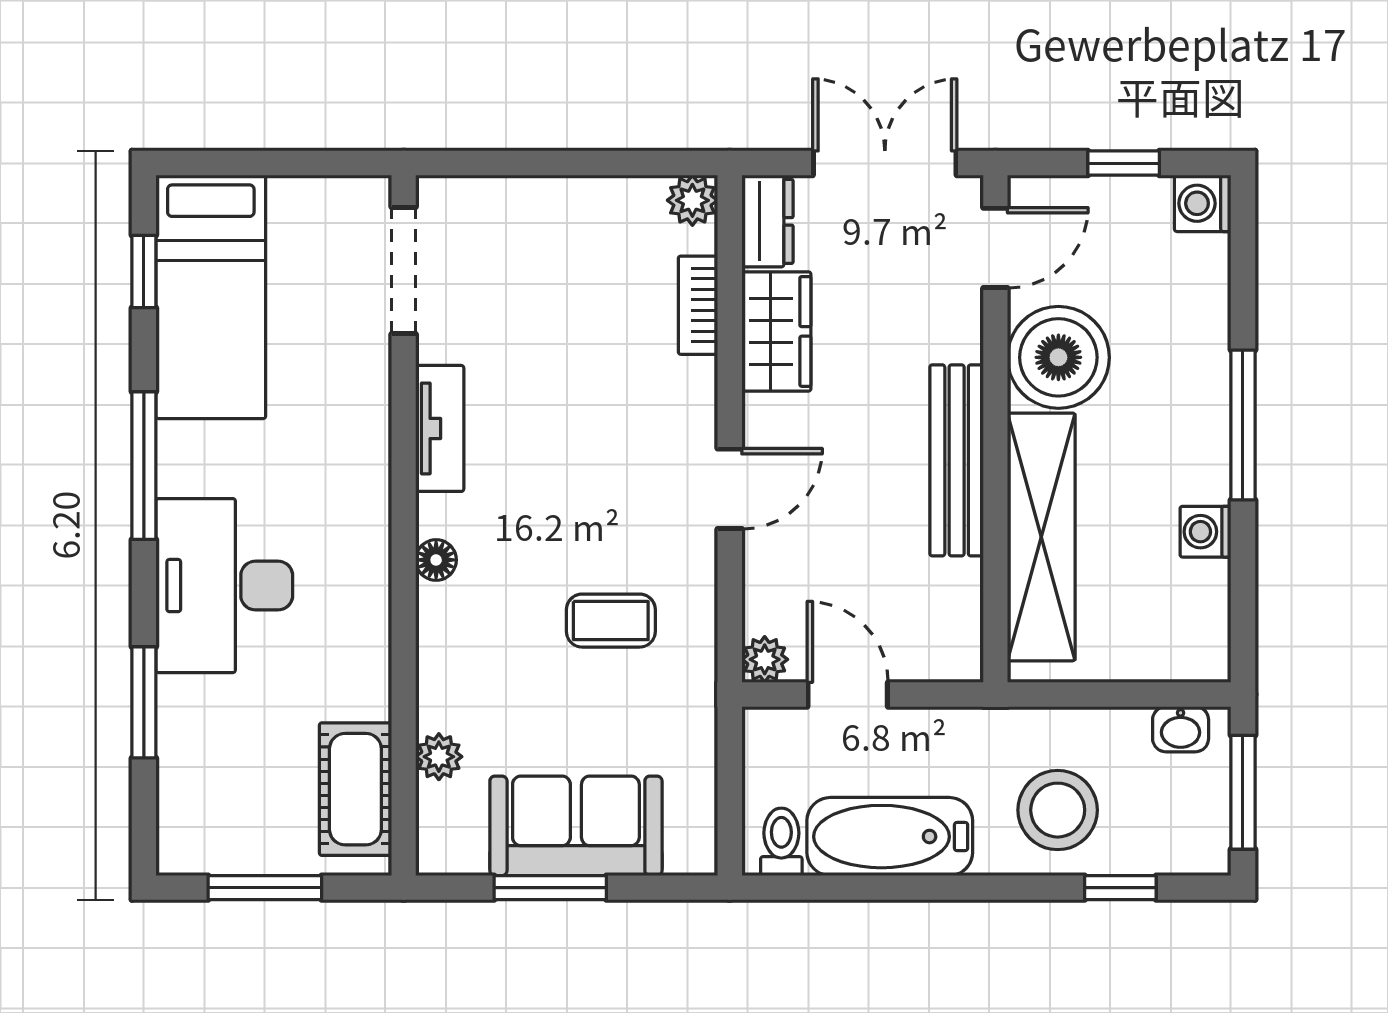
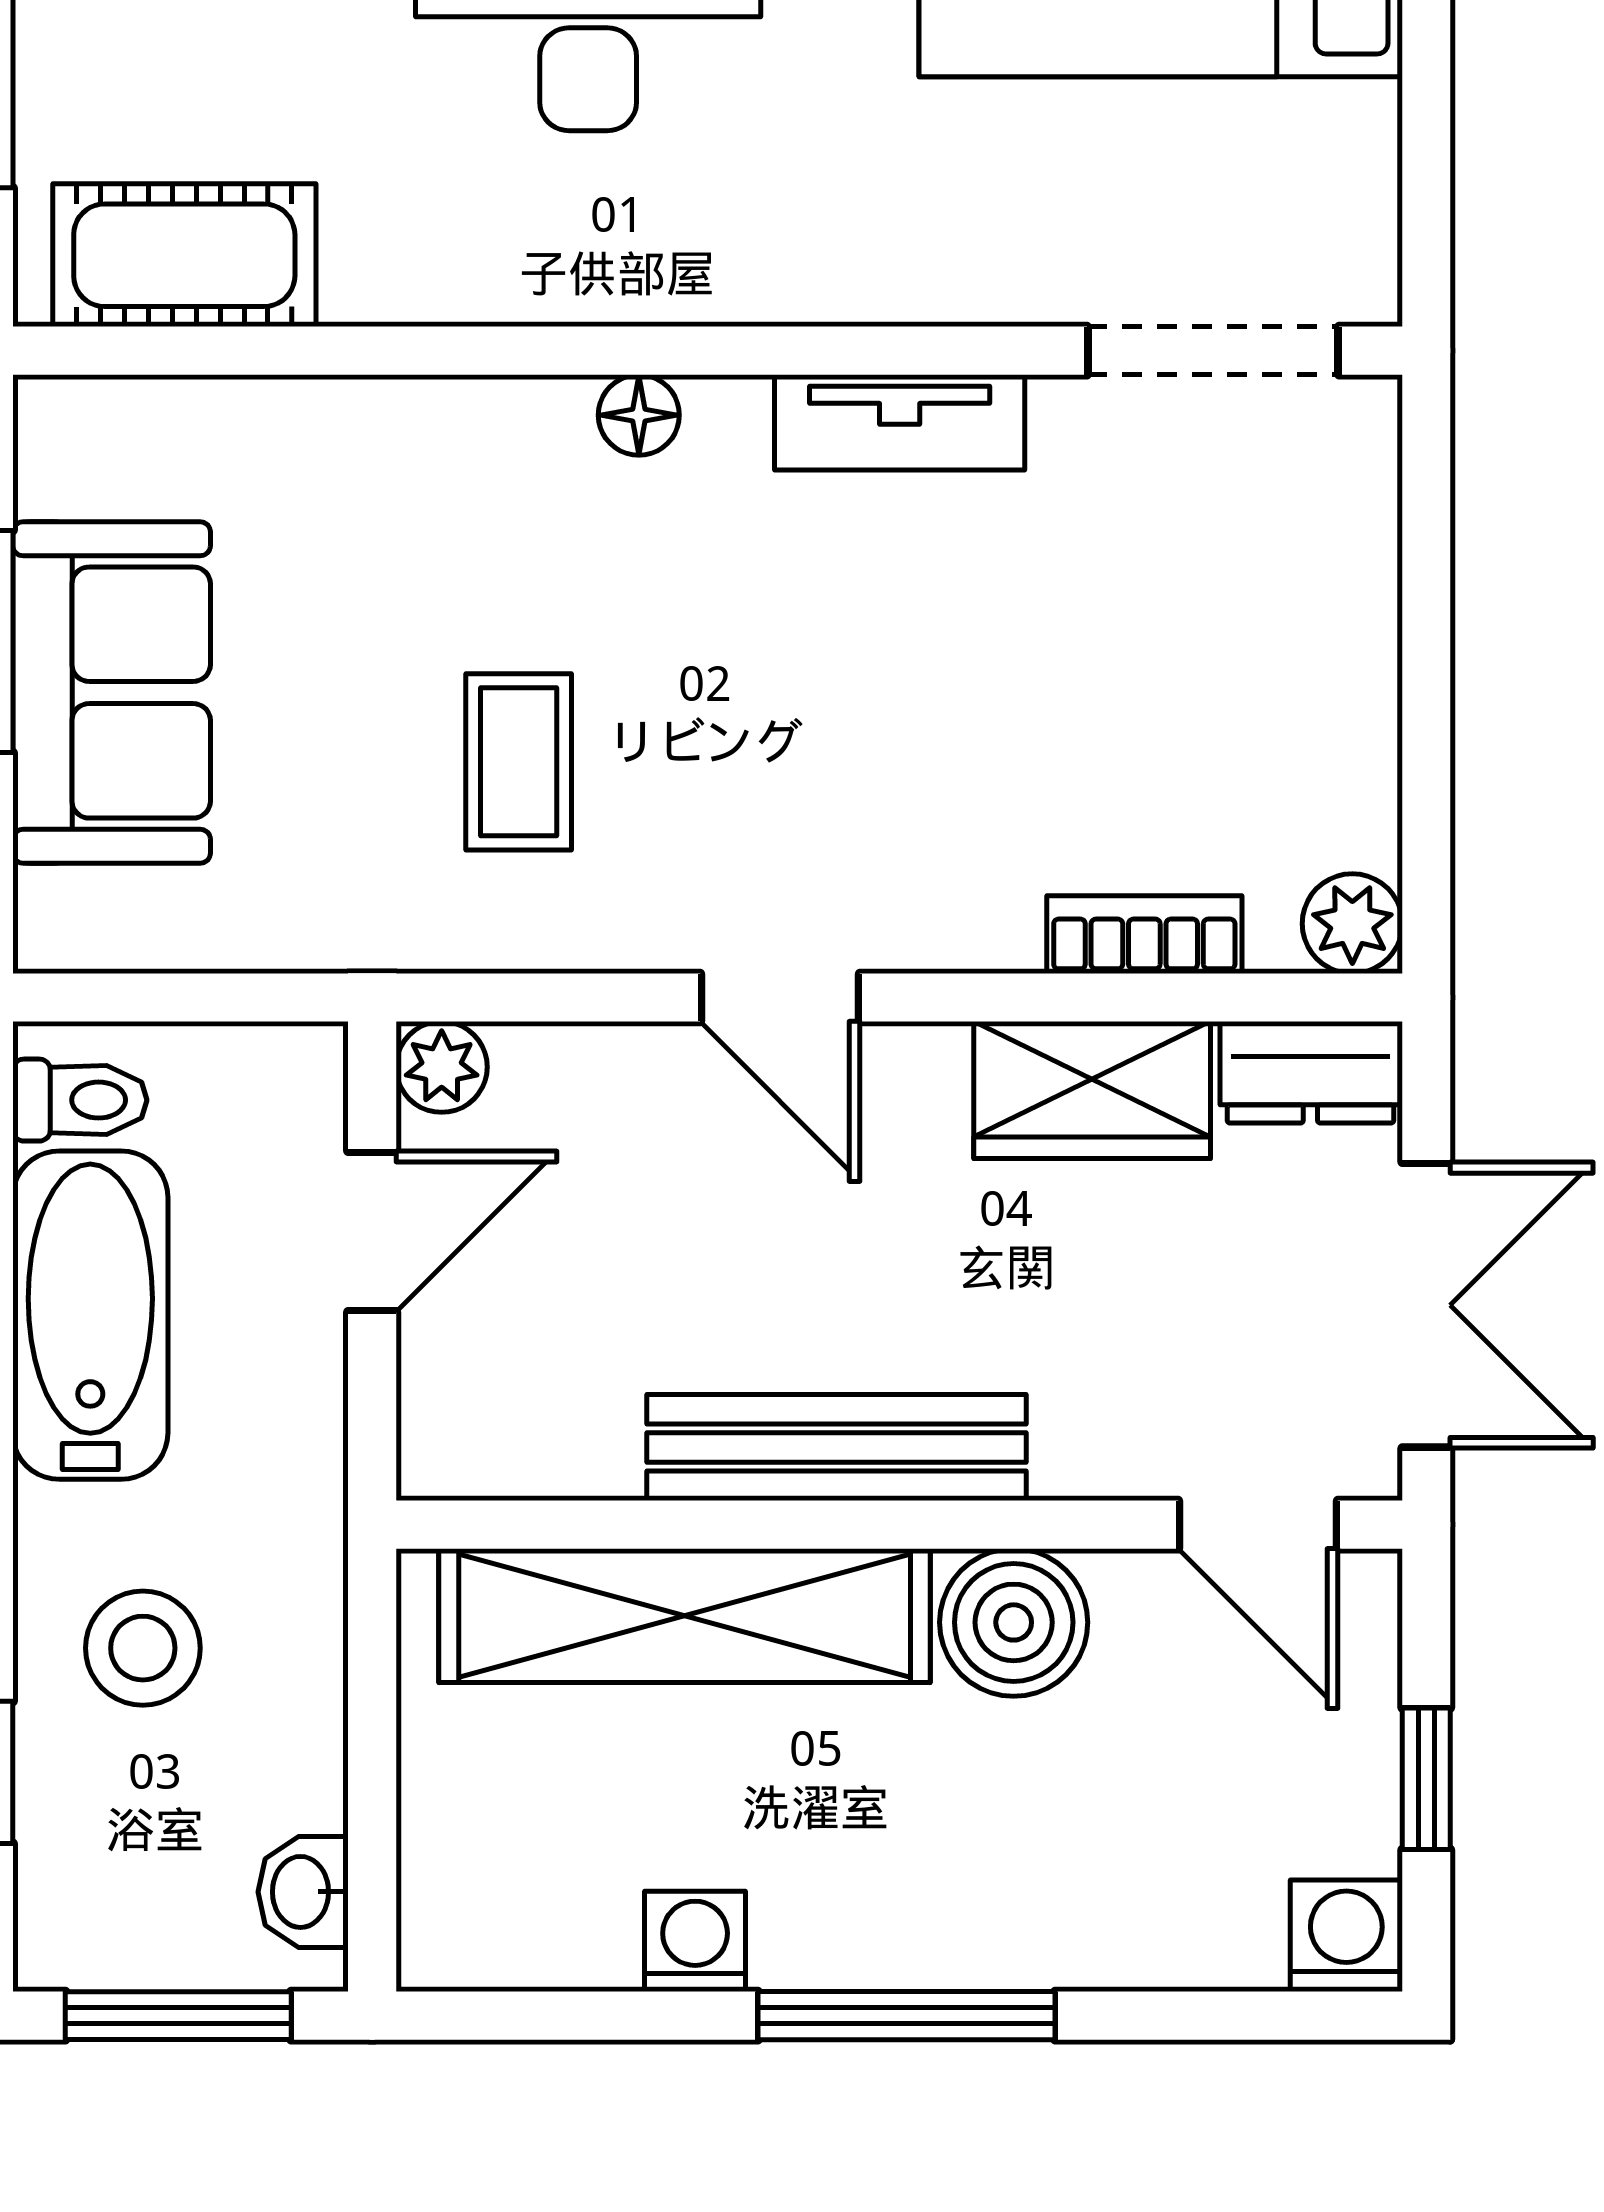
boiler: (1058, 357) -> (1014, 1622), width x0.73, depth x0.73
plant: (439, 757) -> (249, 421), removed
stool: (1058, 810) -> (143, 1648), width x0.73, depth x0.73

